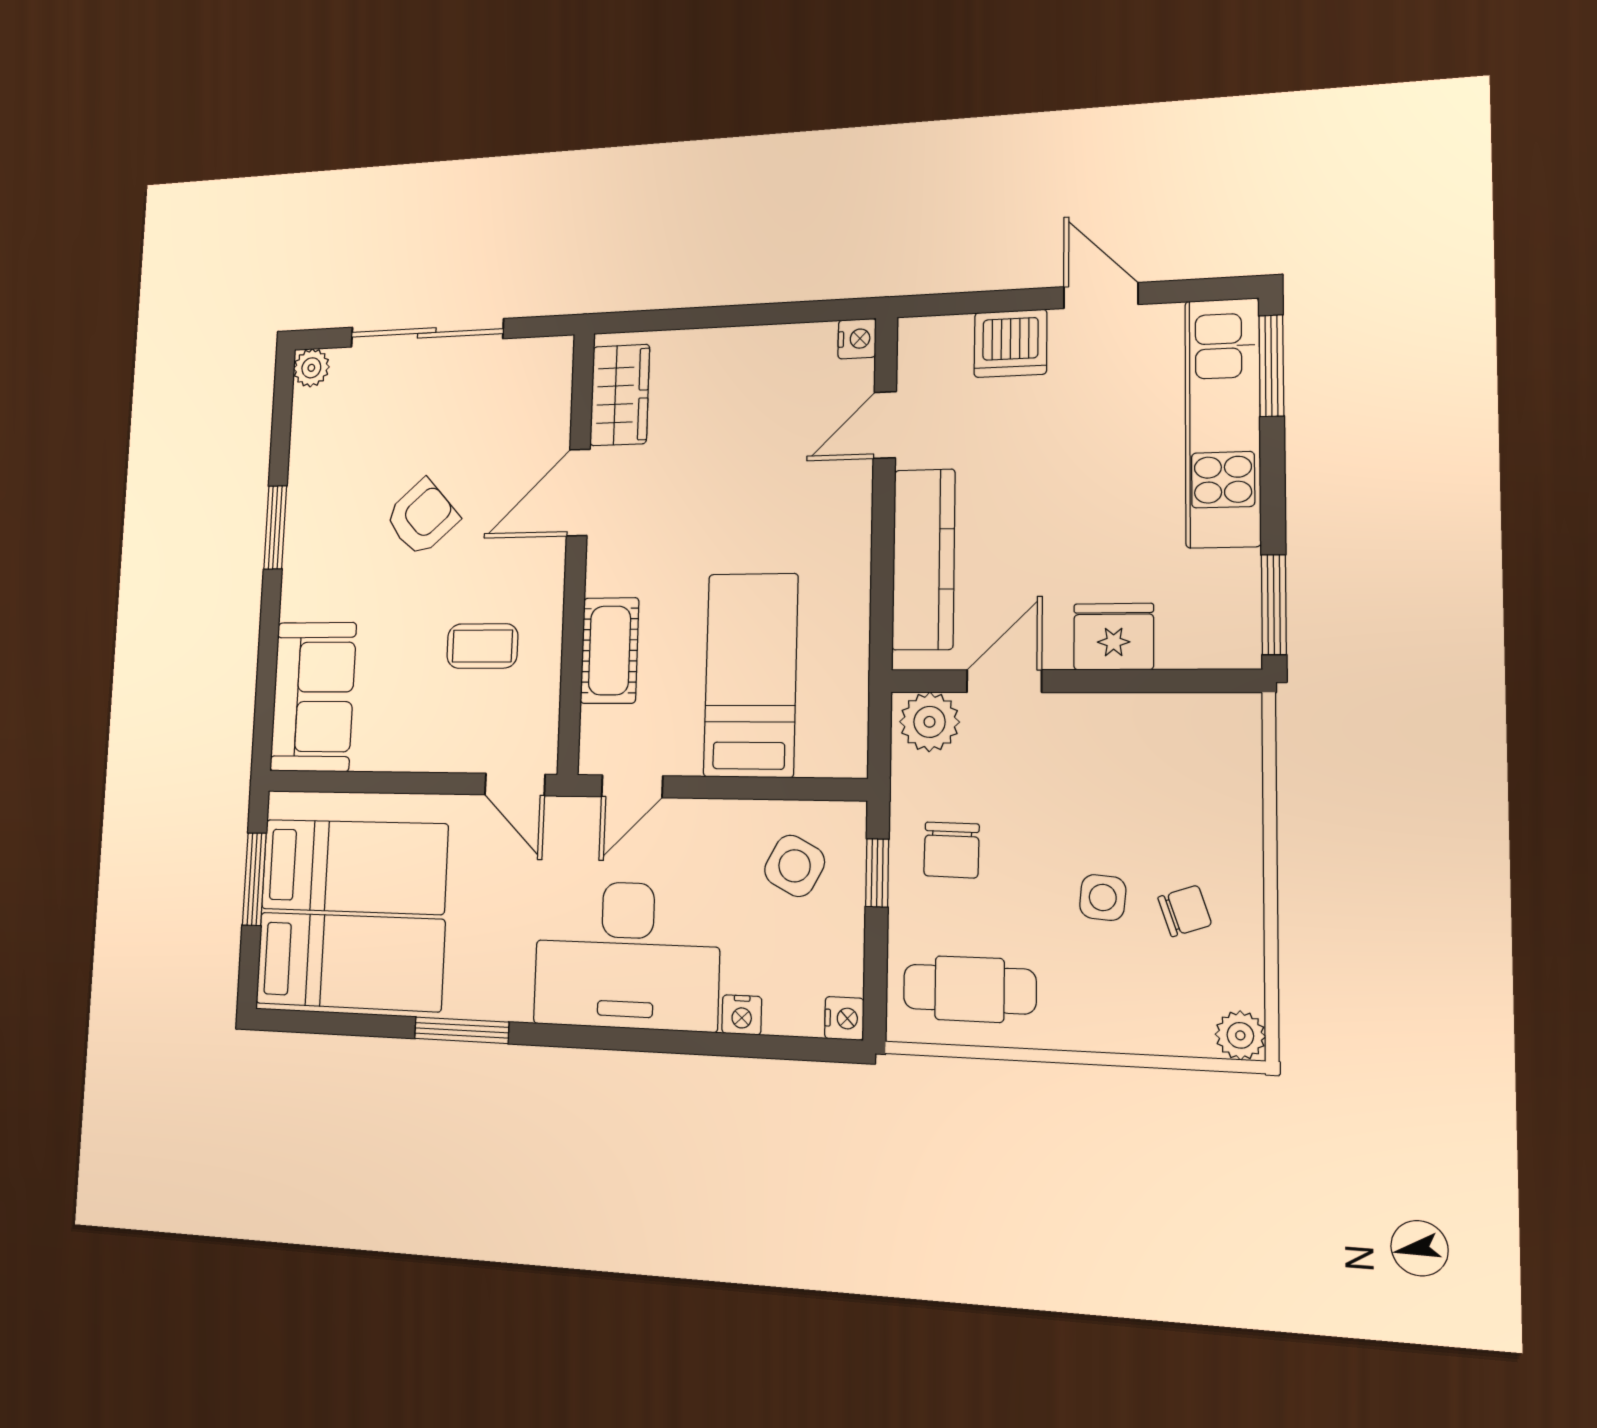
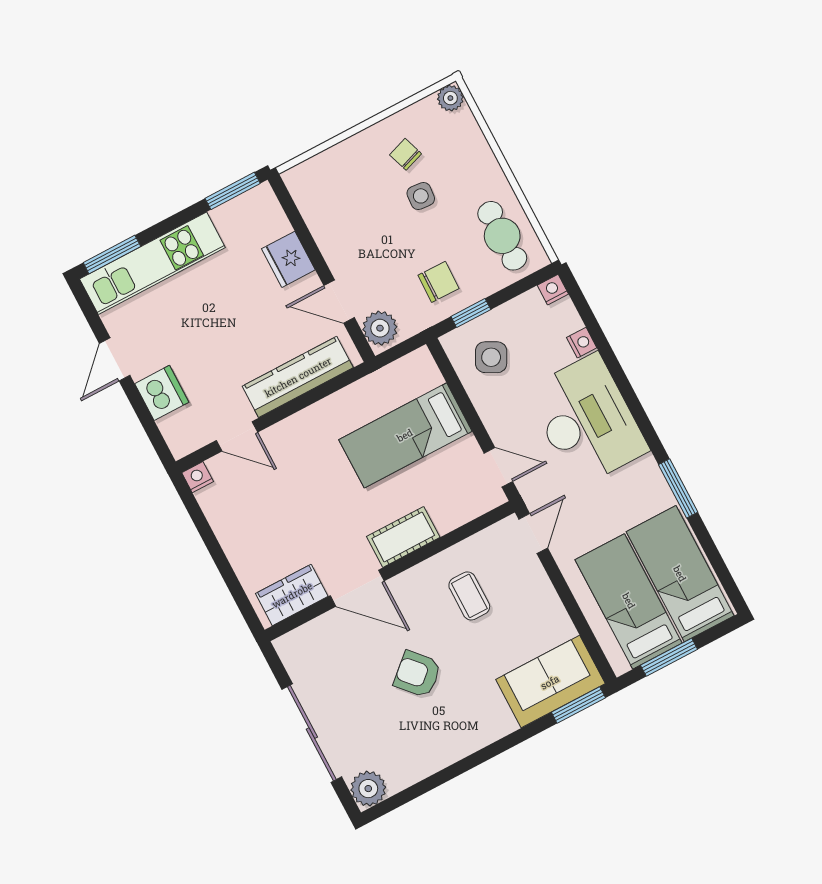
plant: (311, 368) -> (368, 789), width x1.38, depth x1.38
window: (275, 527) -> (578, 705), moved
cot: (610, 650) -> (403, 537), moved

